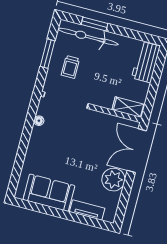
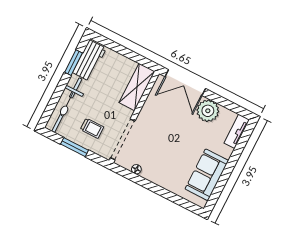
window: (94, 24) -> (73, 63), moved
workbench: (146, 62) -> (89, 61), moved, turned -90
shelving: (129, 107) -> (137, 87), width x1.50, depth x1.33
tv unit: (87, 210) -> (237, 131), moved

